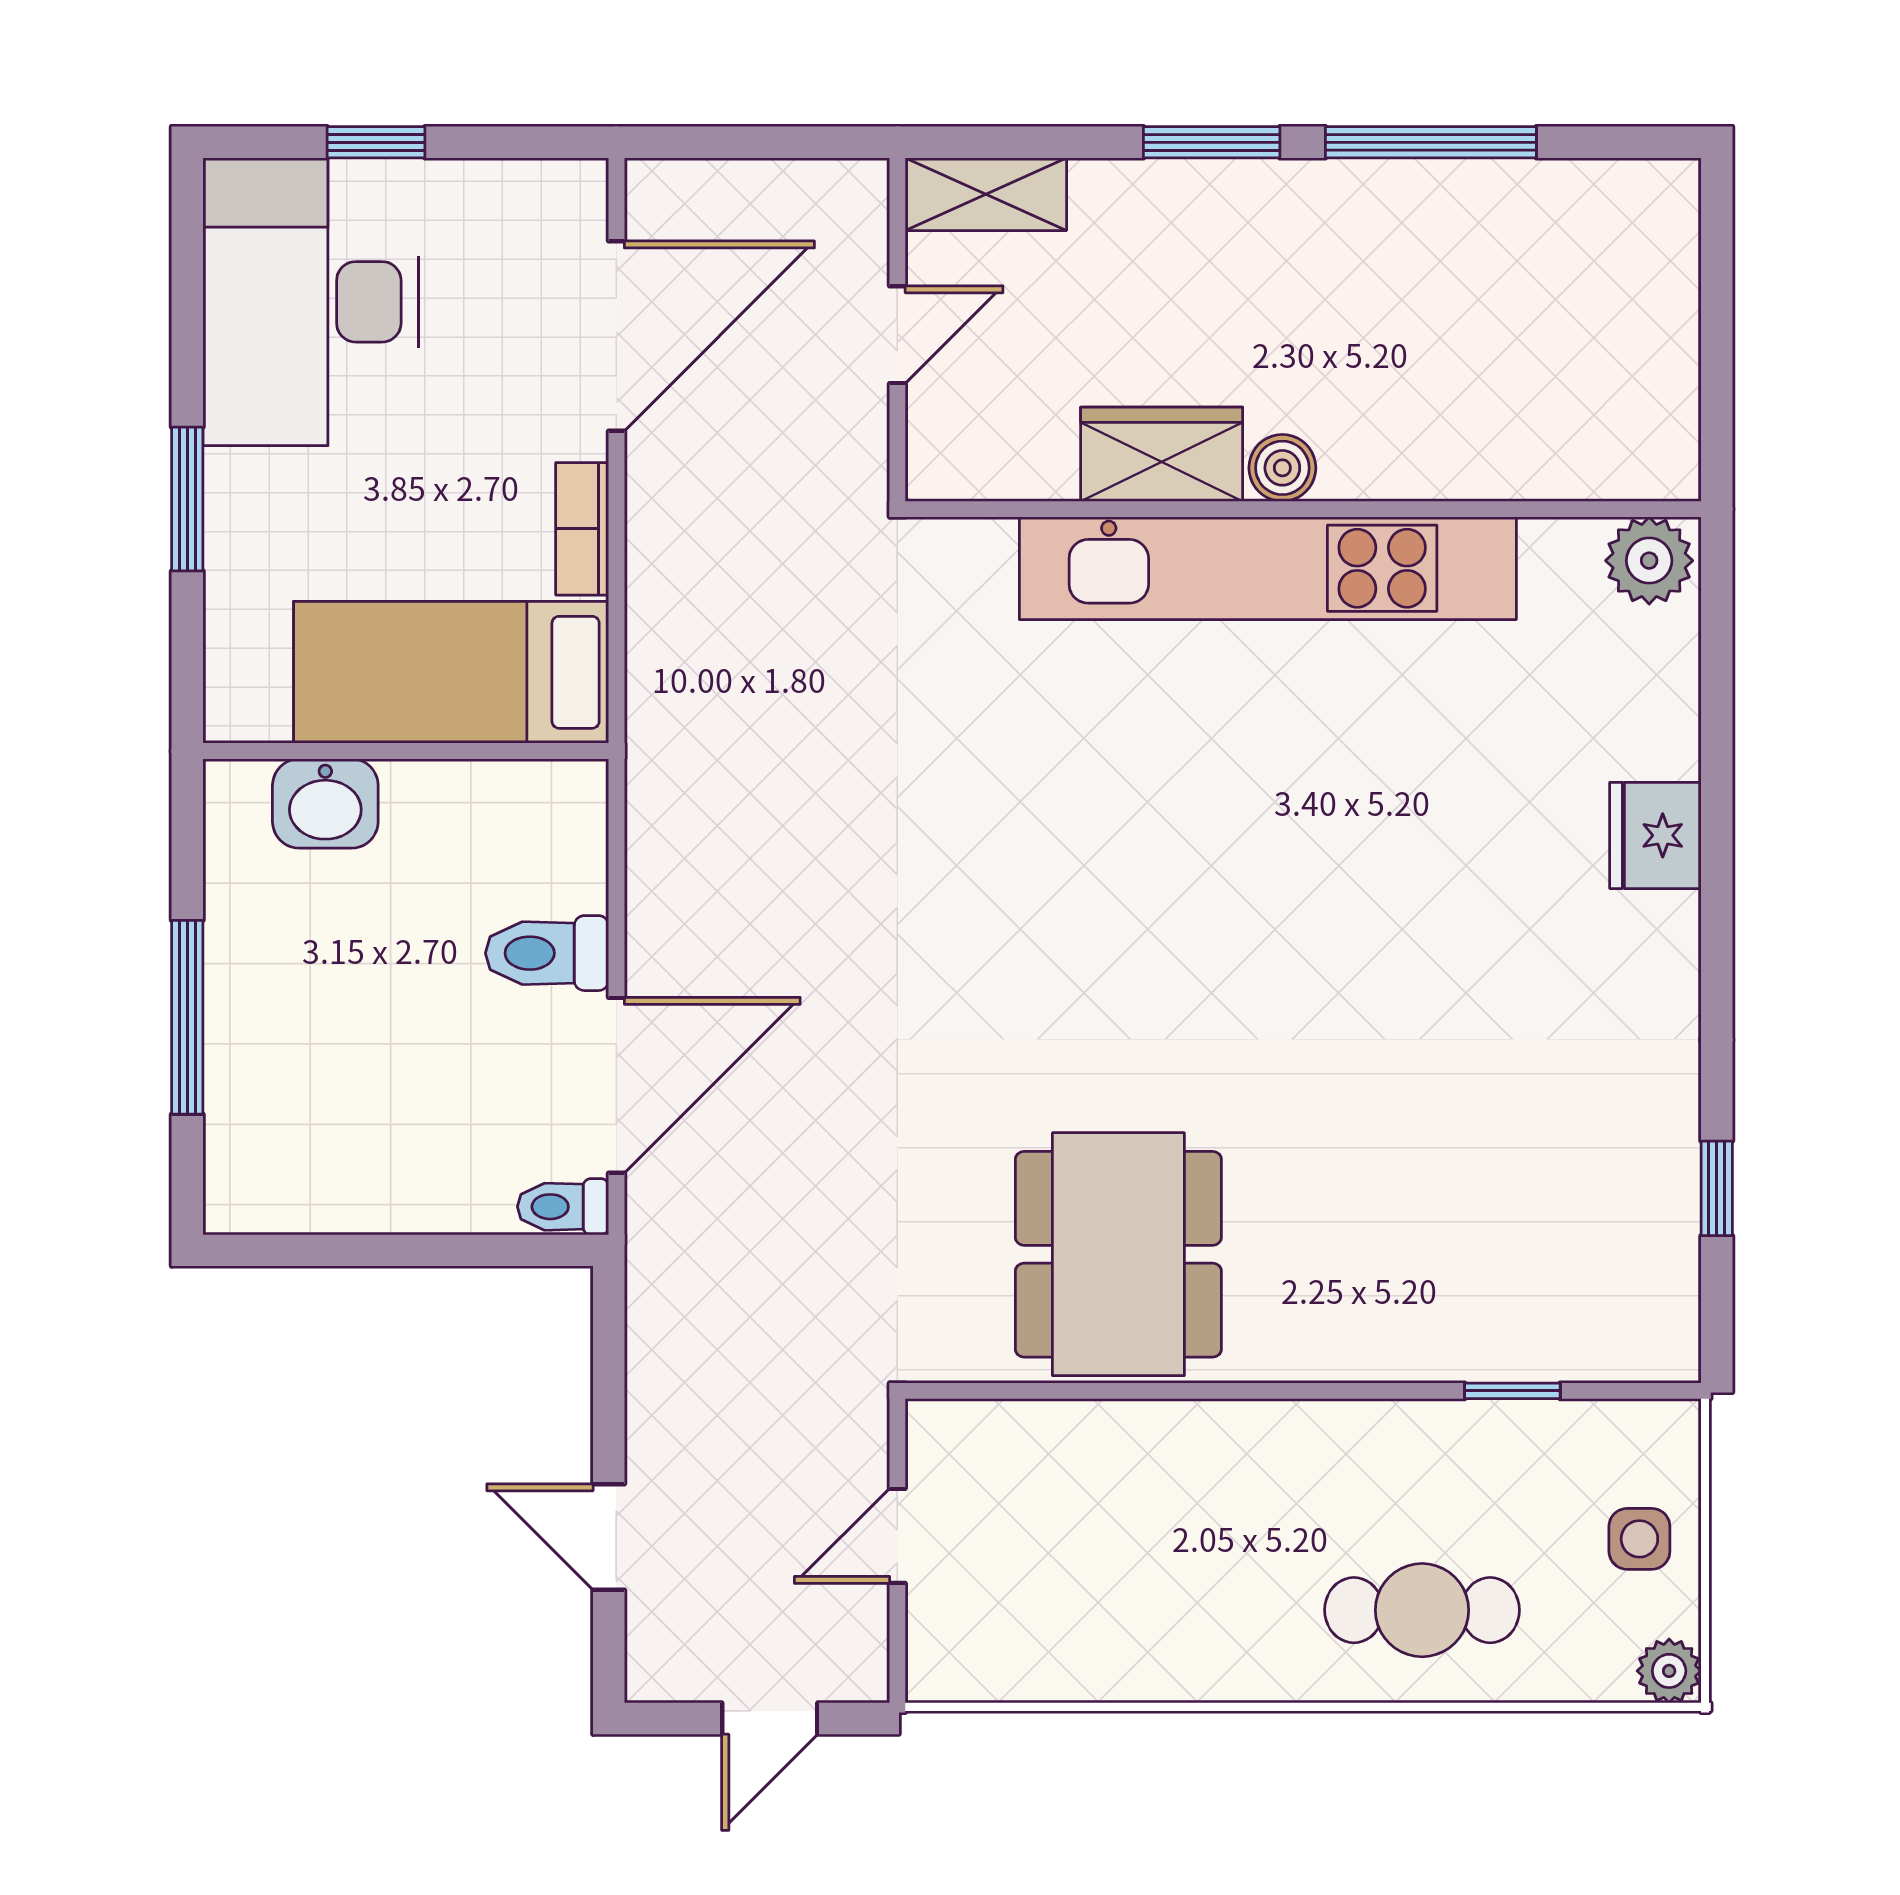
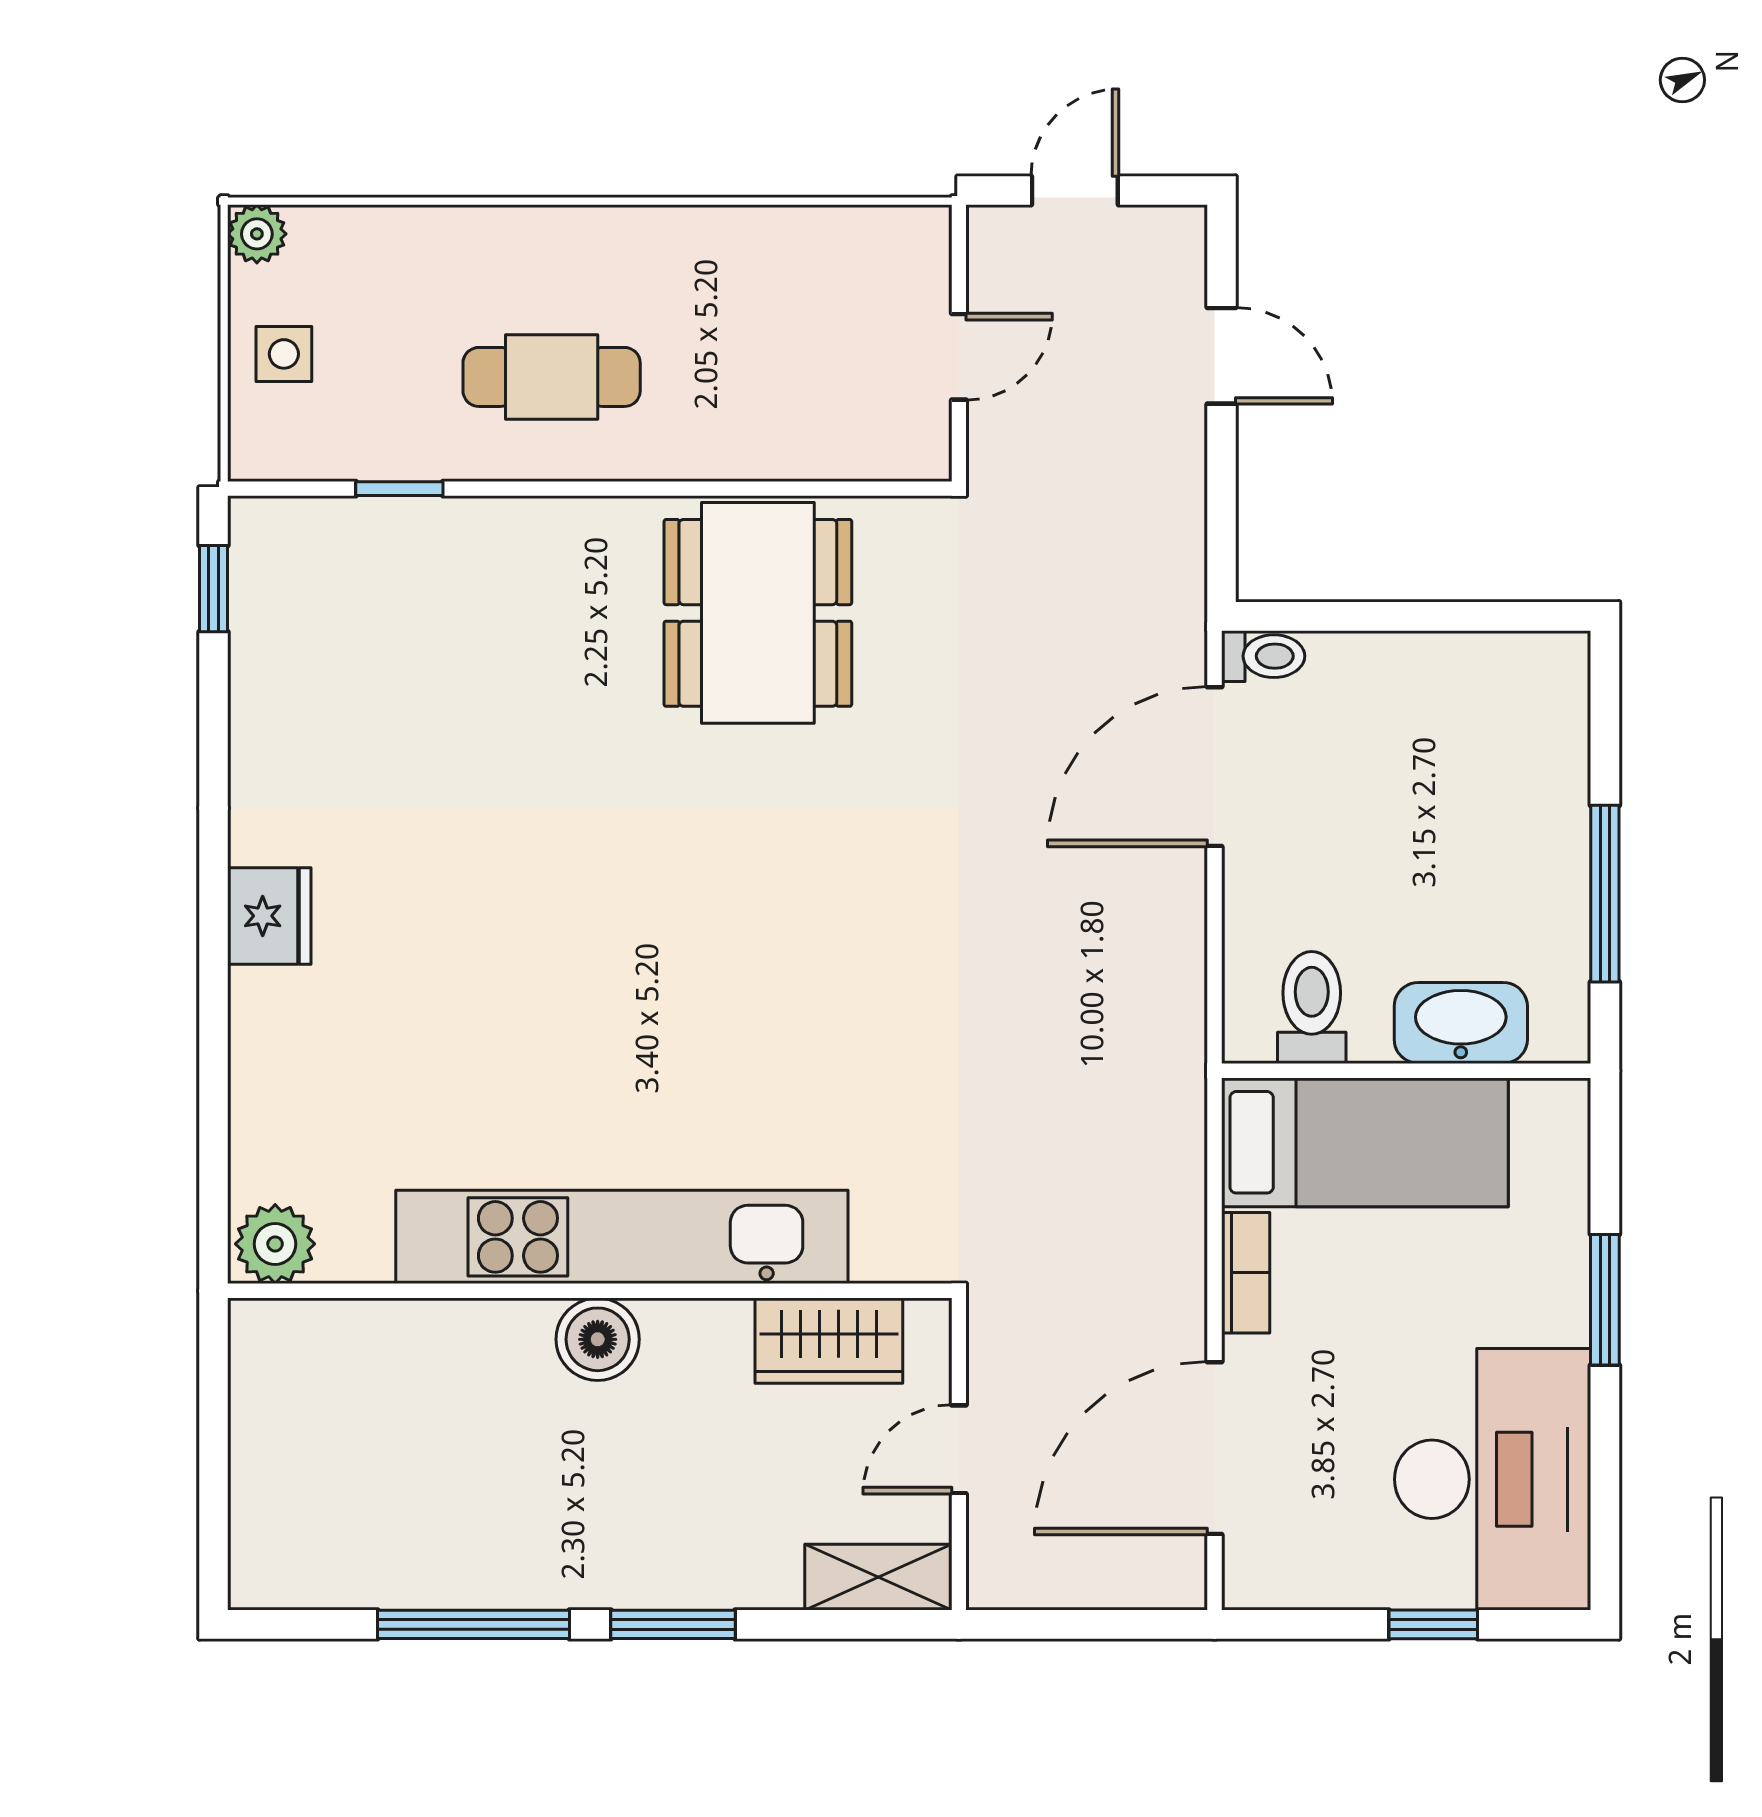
wardrobe: (1162, 454) -> (829, 1341), moved
boiler: (1282, 468) -> (598, 1339), width x1.36, depth x1.36
washbasin: (325, 803) -> (1461, 1023), width x1.38
fridge: (1655, 835) -> (269, 916), moved
toilet: (547, 953) -> (1312, 1007), moved, turned -90
window: (187, 1017) -> (1605, 894), moved
window: (1717, 1188) -> (214, 589), moved
cafe table: (1422, 1610) -> (552, 377), moved

